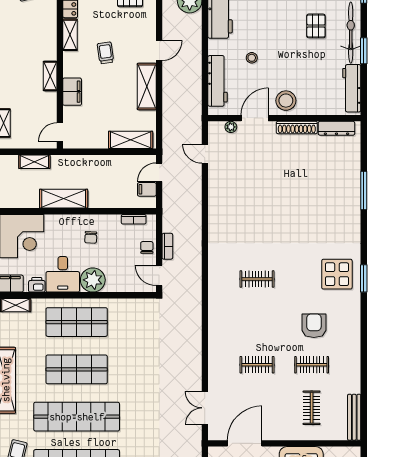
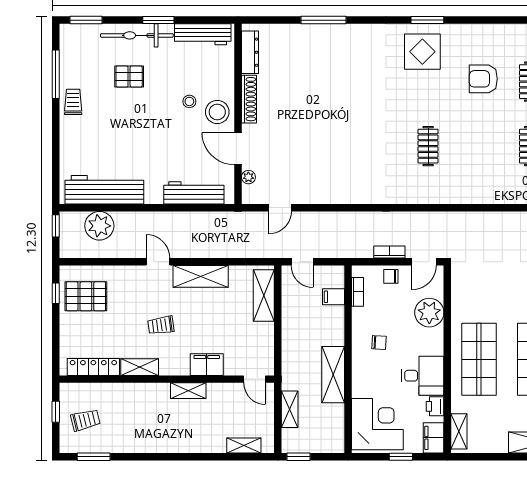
stool: (252, 58) -> (189, 101), moved
filing cabinet: (147, 189) -> (334, 297), moved, turned 90
plant: (93, 280) -> (429, 313), moved

